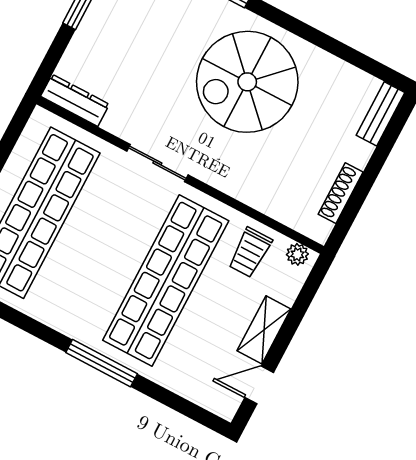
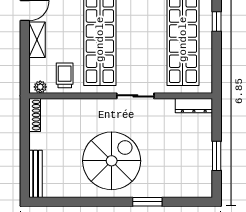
bench: (381, 114) -> (36, 174), width x1.36
shoe rack: (341, 193) -> (35, 115), moved

